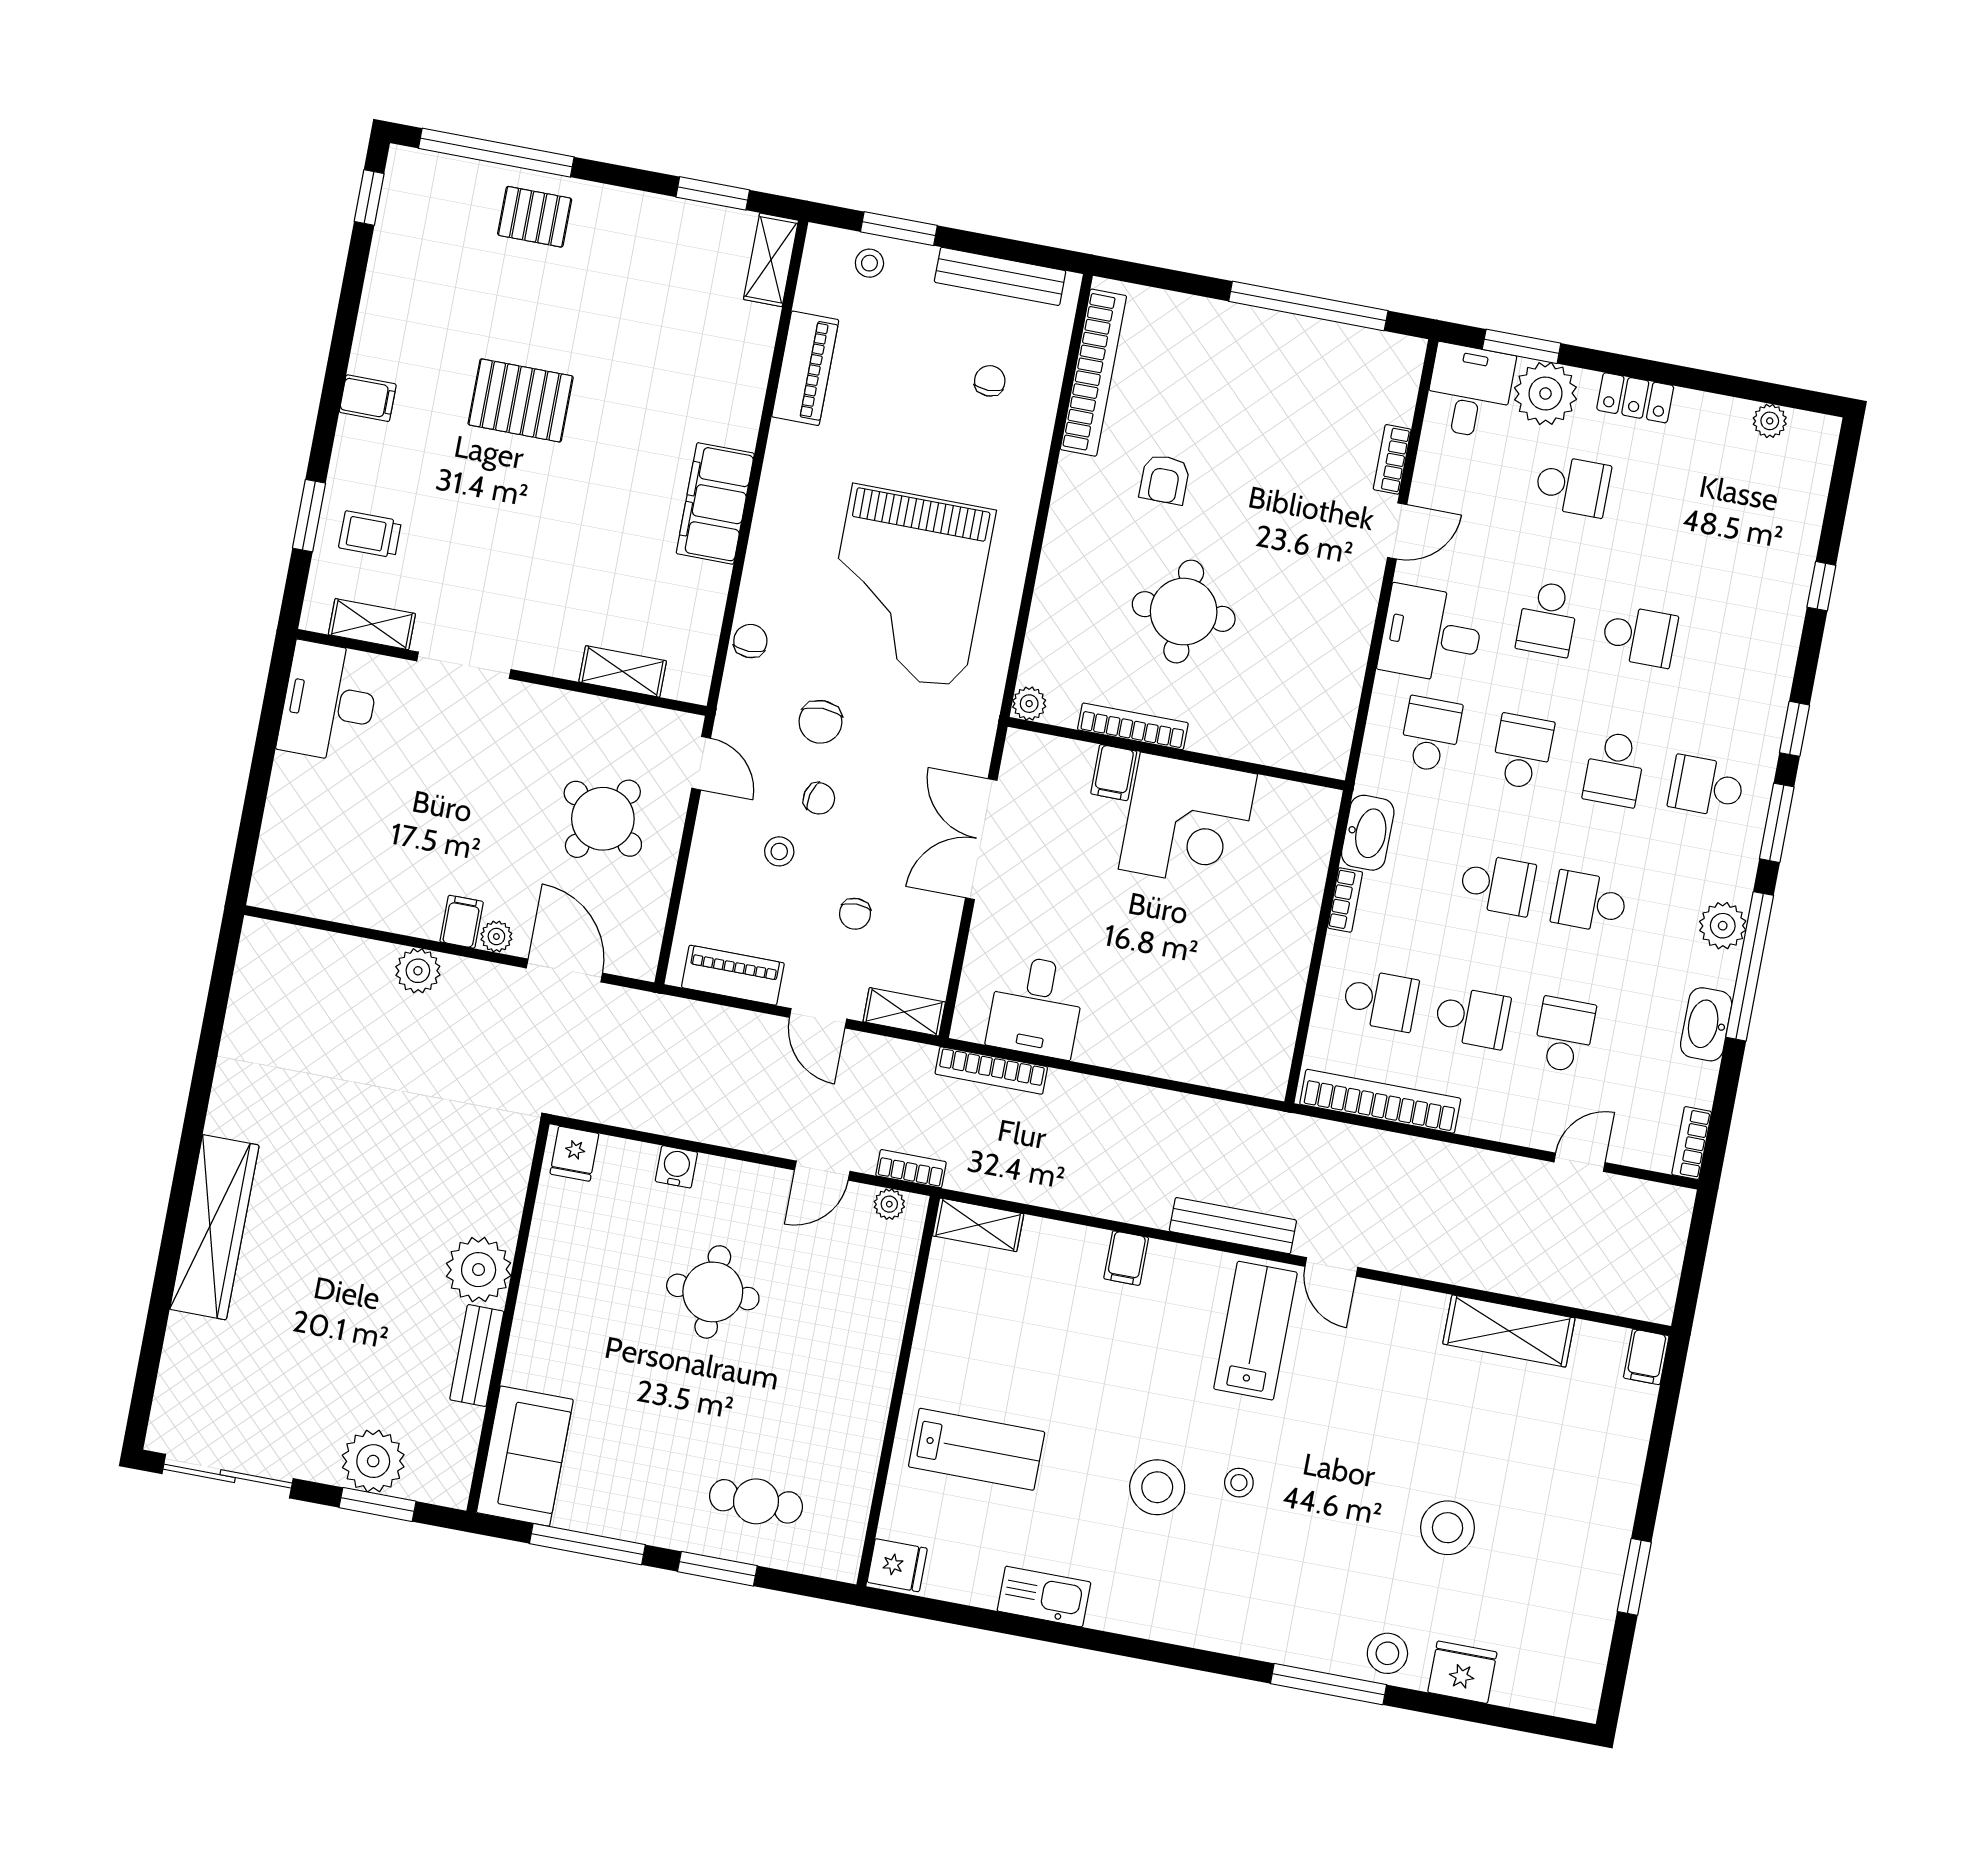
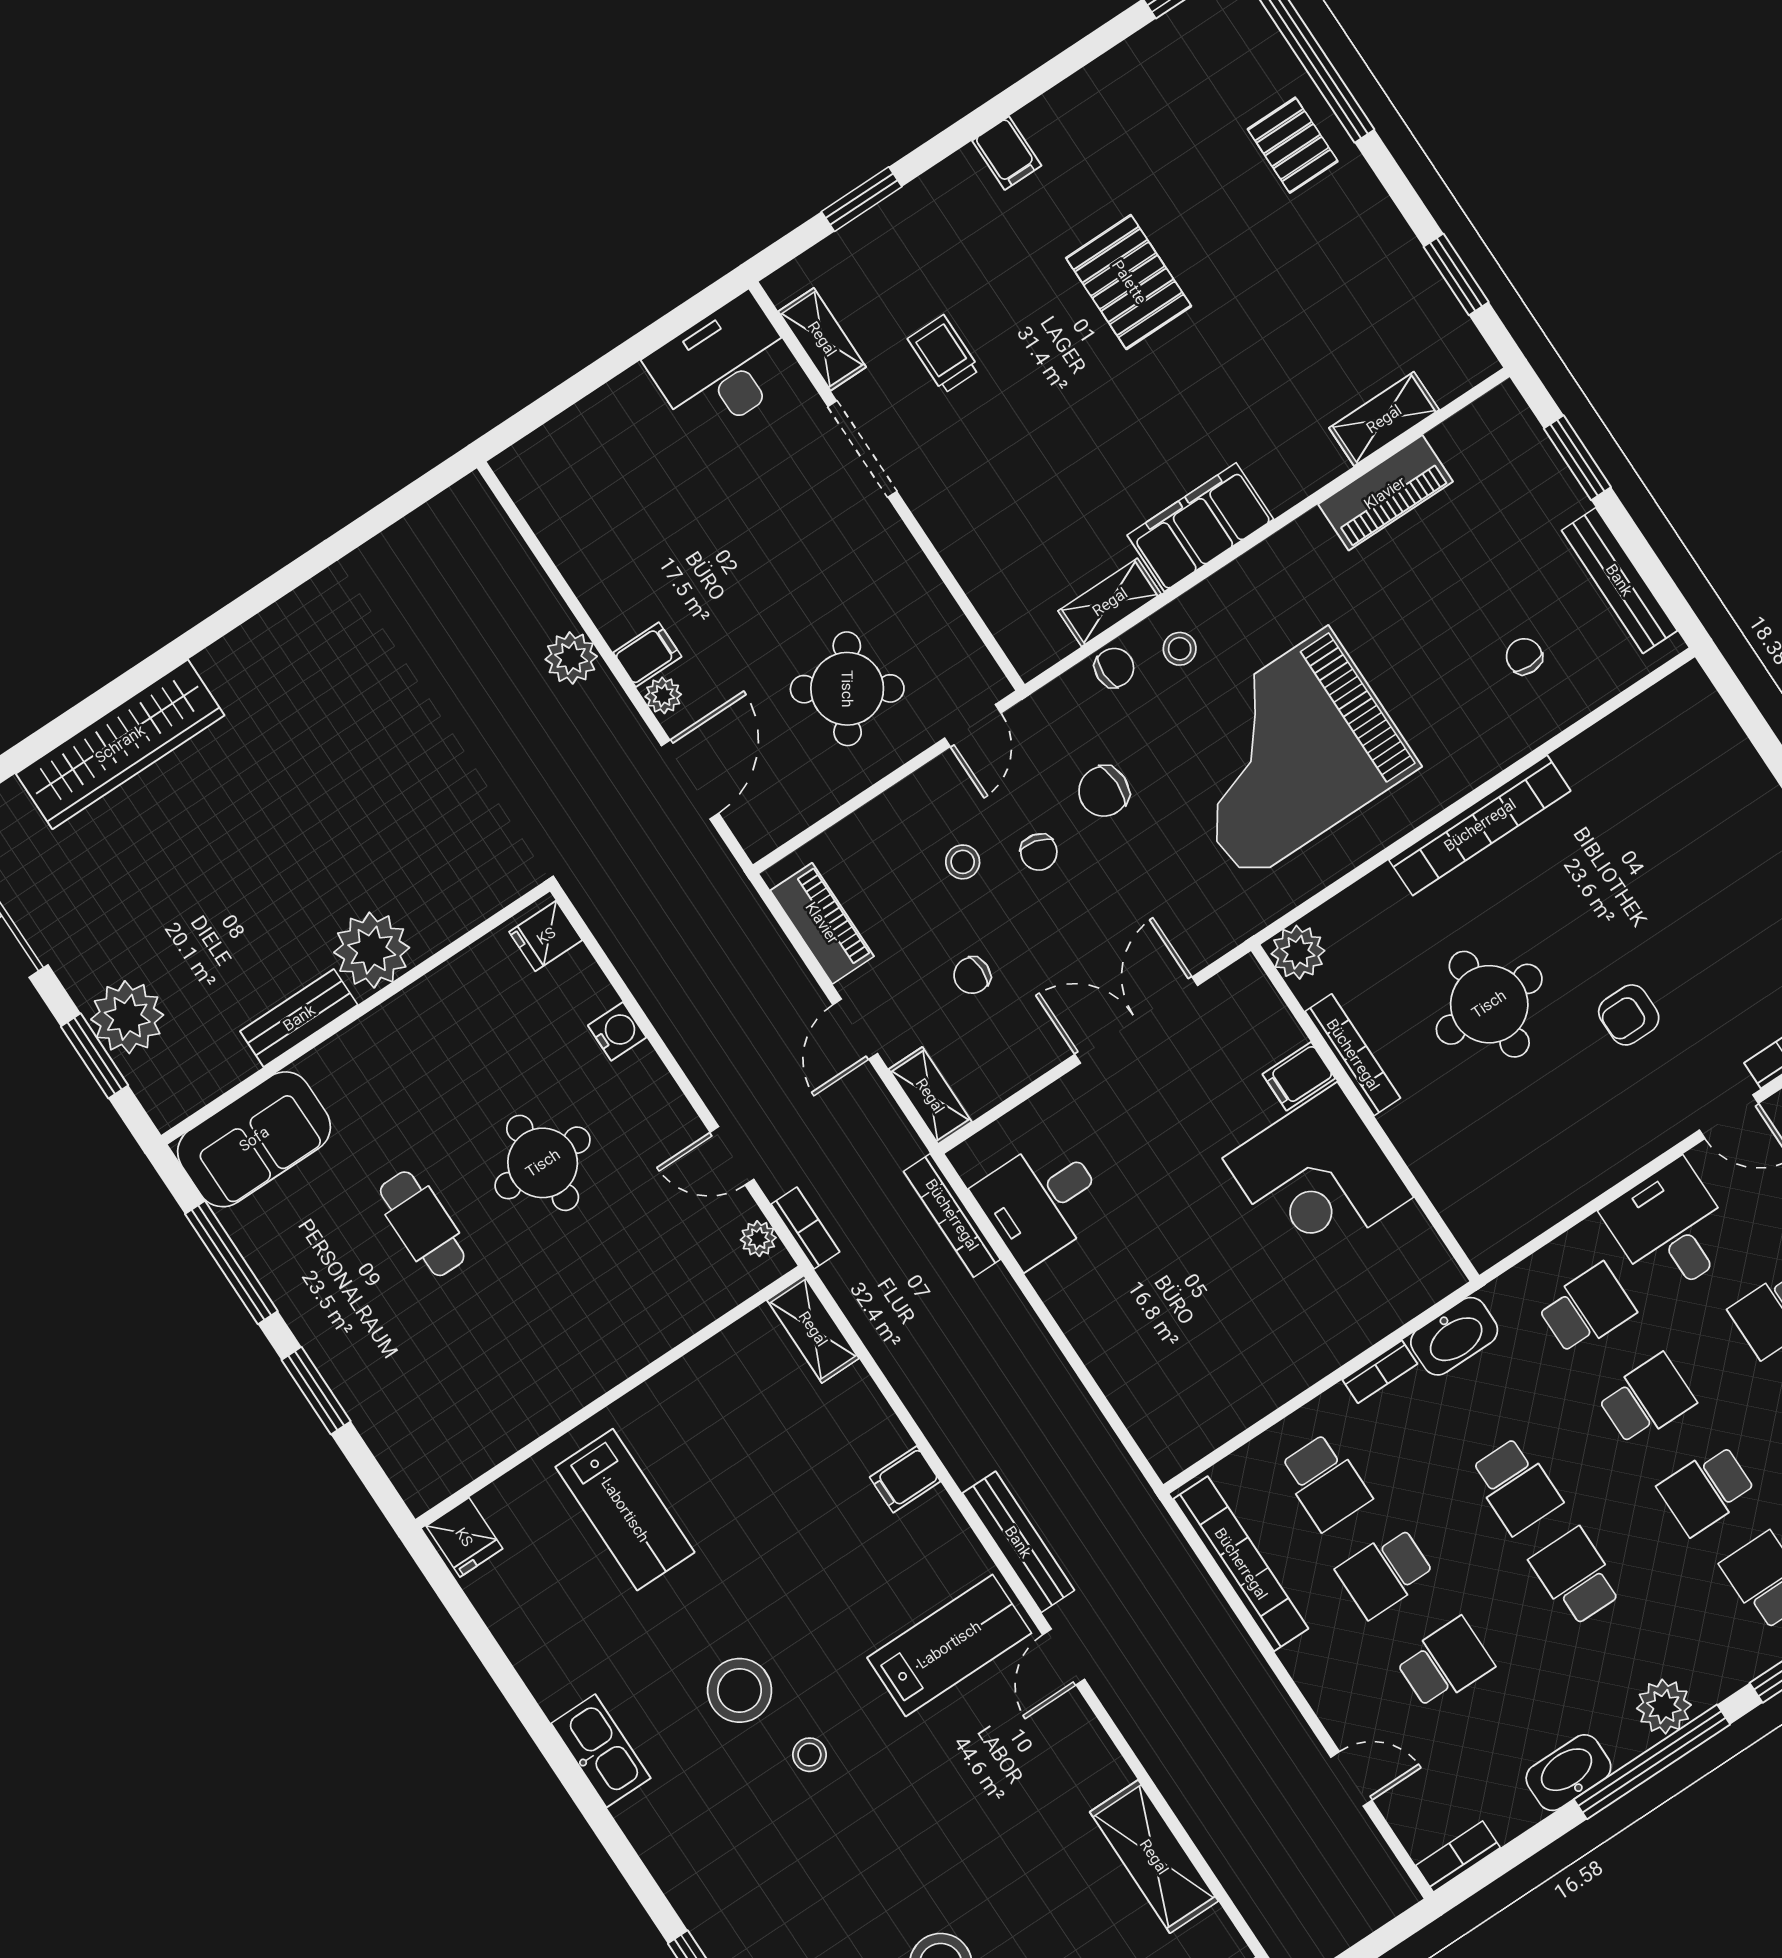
shelving: (771, 260) -> (1384, 419), moved
stool: (869, 263) -> (1180, 649), moved
bookcase: (1093, 373) -> (1480, 825), moved
chair: (990, 381) -> (1524, 656), turned -90
armchair: (1165, 479) -> (1629, 1015), moved
trolley: (370, 534) -> (944, 354), moved
shelving: (623, 671) -> (1110, 602), moved, turned 90
plant: (1029, 704) -> (1298, 952), width x1.38, depth x1.38
school desk: (1472, 1017) -> (1385, 1573), turned 90
wardrobe: (214, 1227) -> (120, 744), moved
cafe table: (756, 1501) -> (422, 1224), moved
kitchen sink: (1044, 1597) -> (601, 1751), moved

